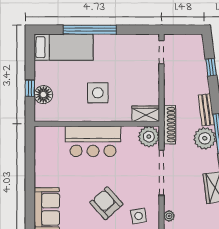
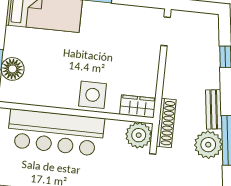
side table: (98, 93) -> (93, 95), moved
bar counter: (93, 141) -> (56, 133), width x1.36

